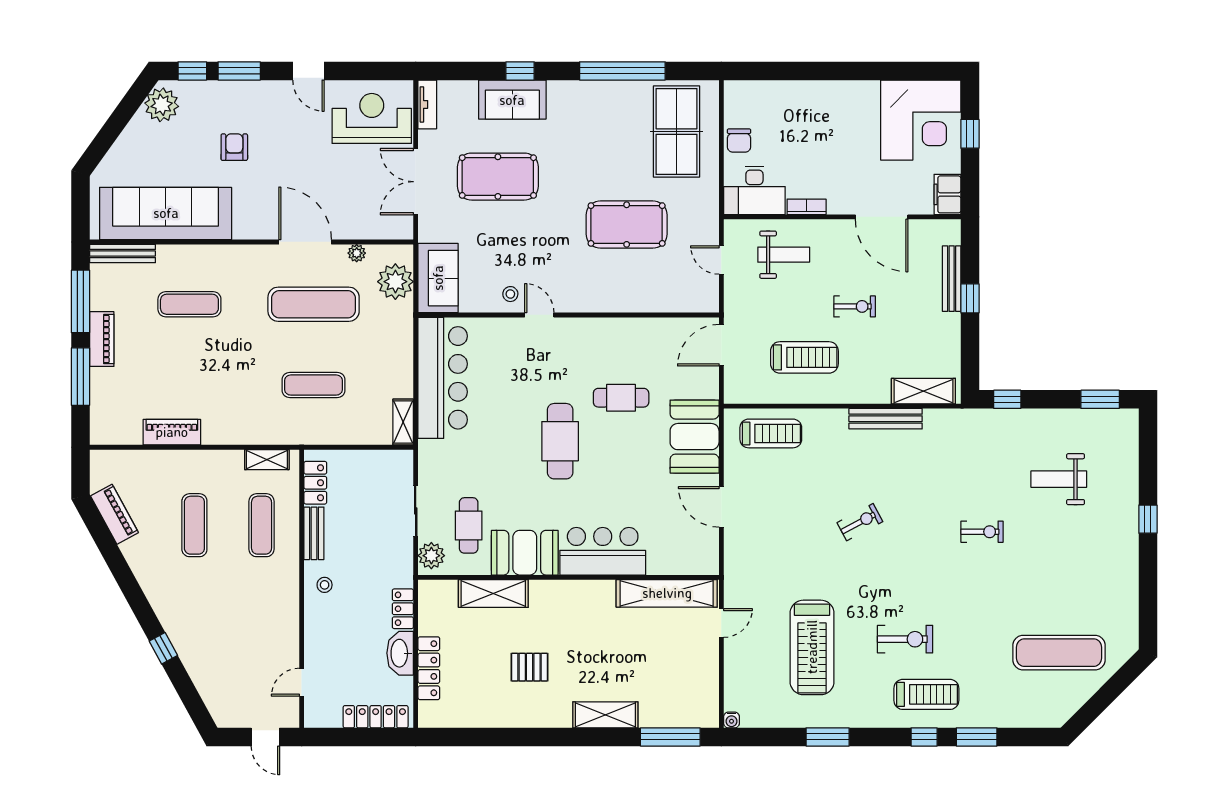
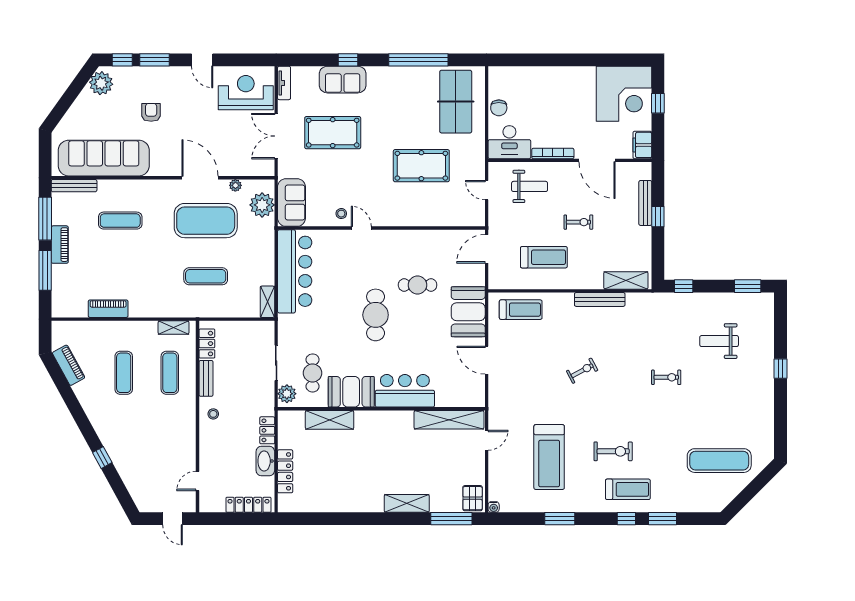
bookcase: (807, 207) -> (553, 153), width x1.56
exercise mat: (314, 304) -> (206, 221), width x1.47
pallet: (530, 667) -> (473, 498), moved, turned 90

